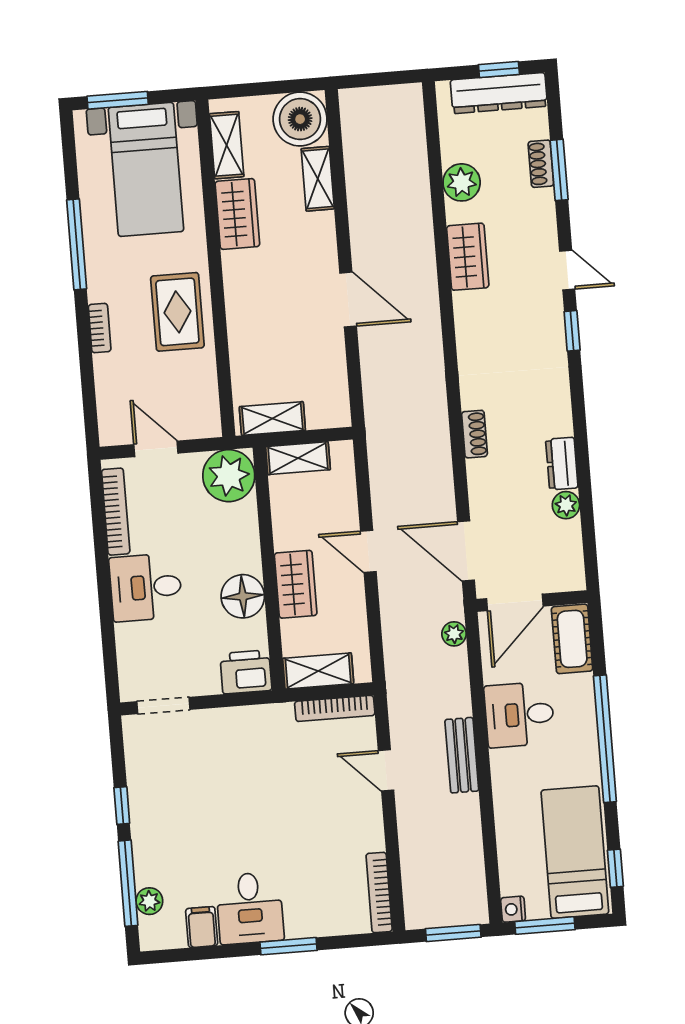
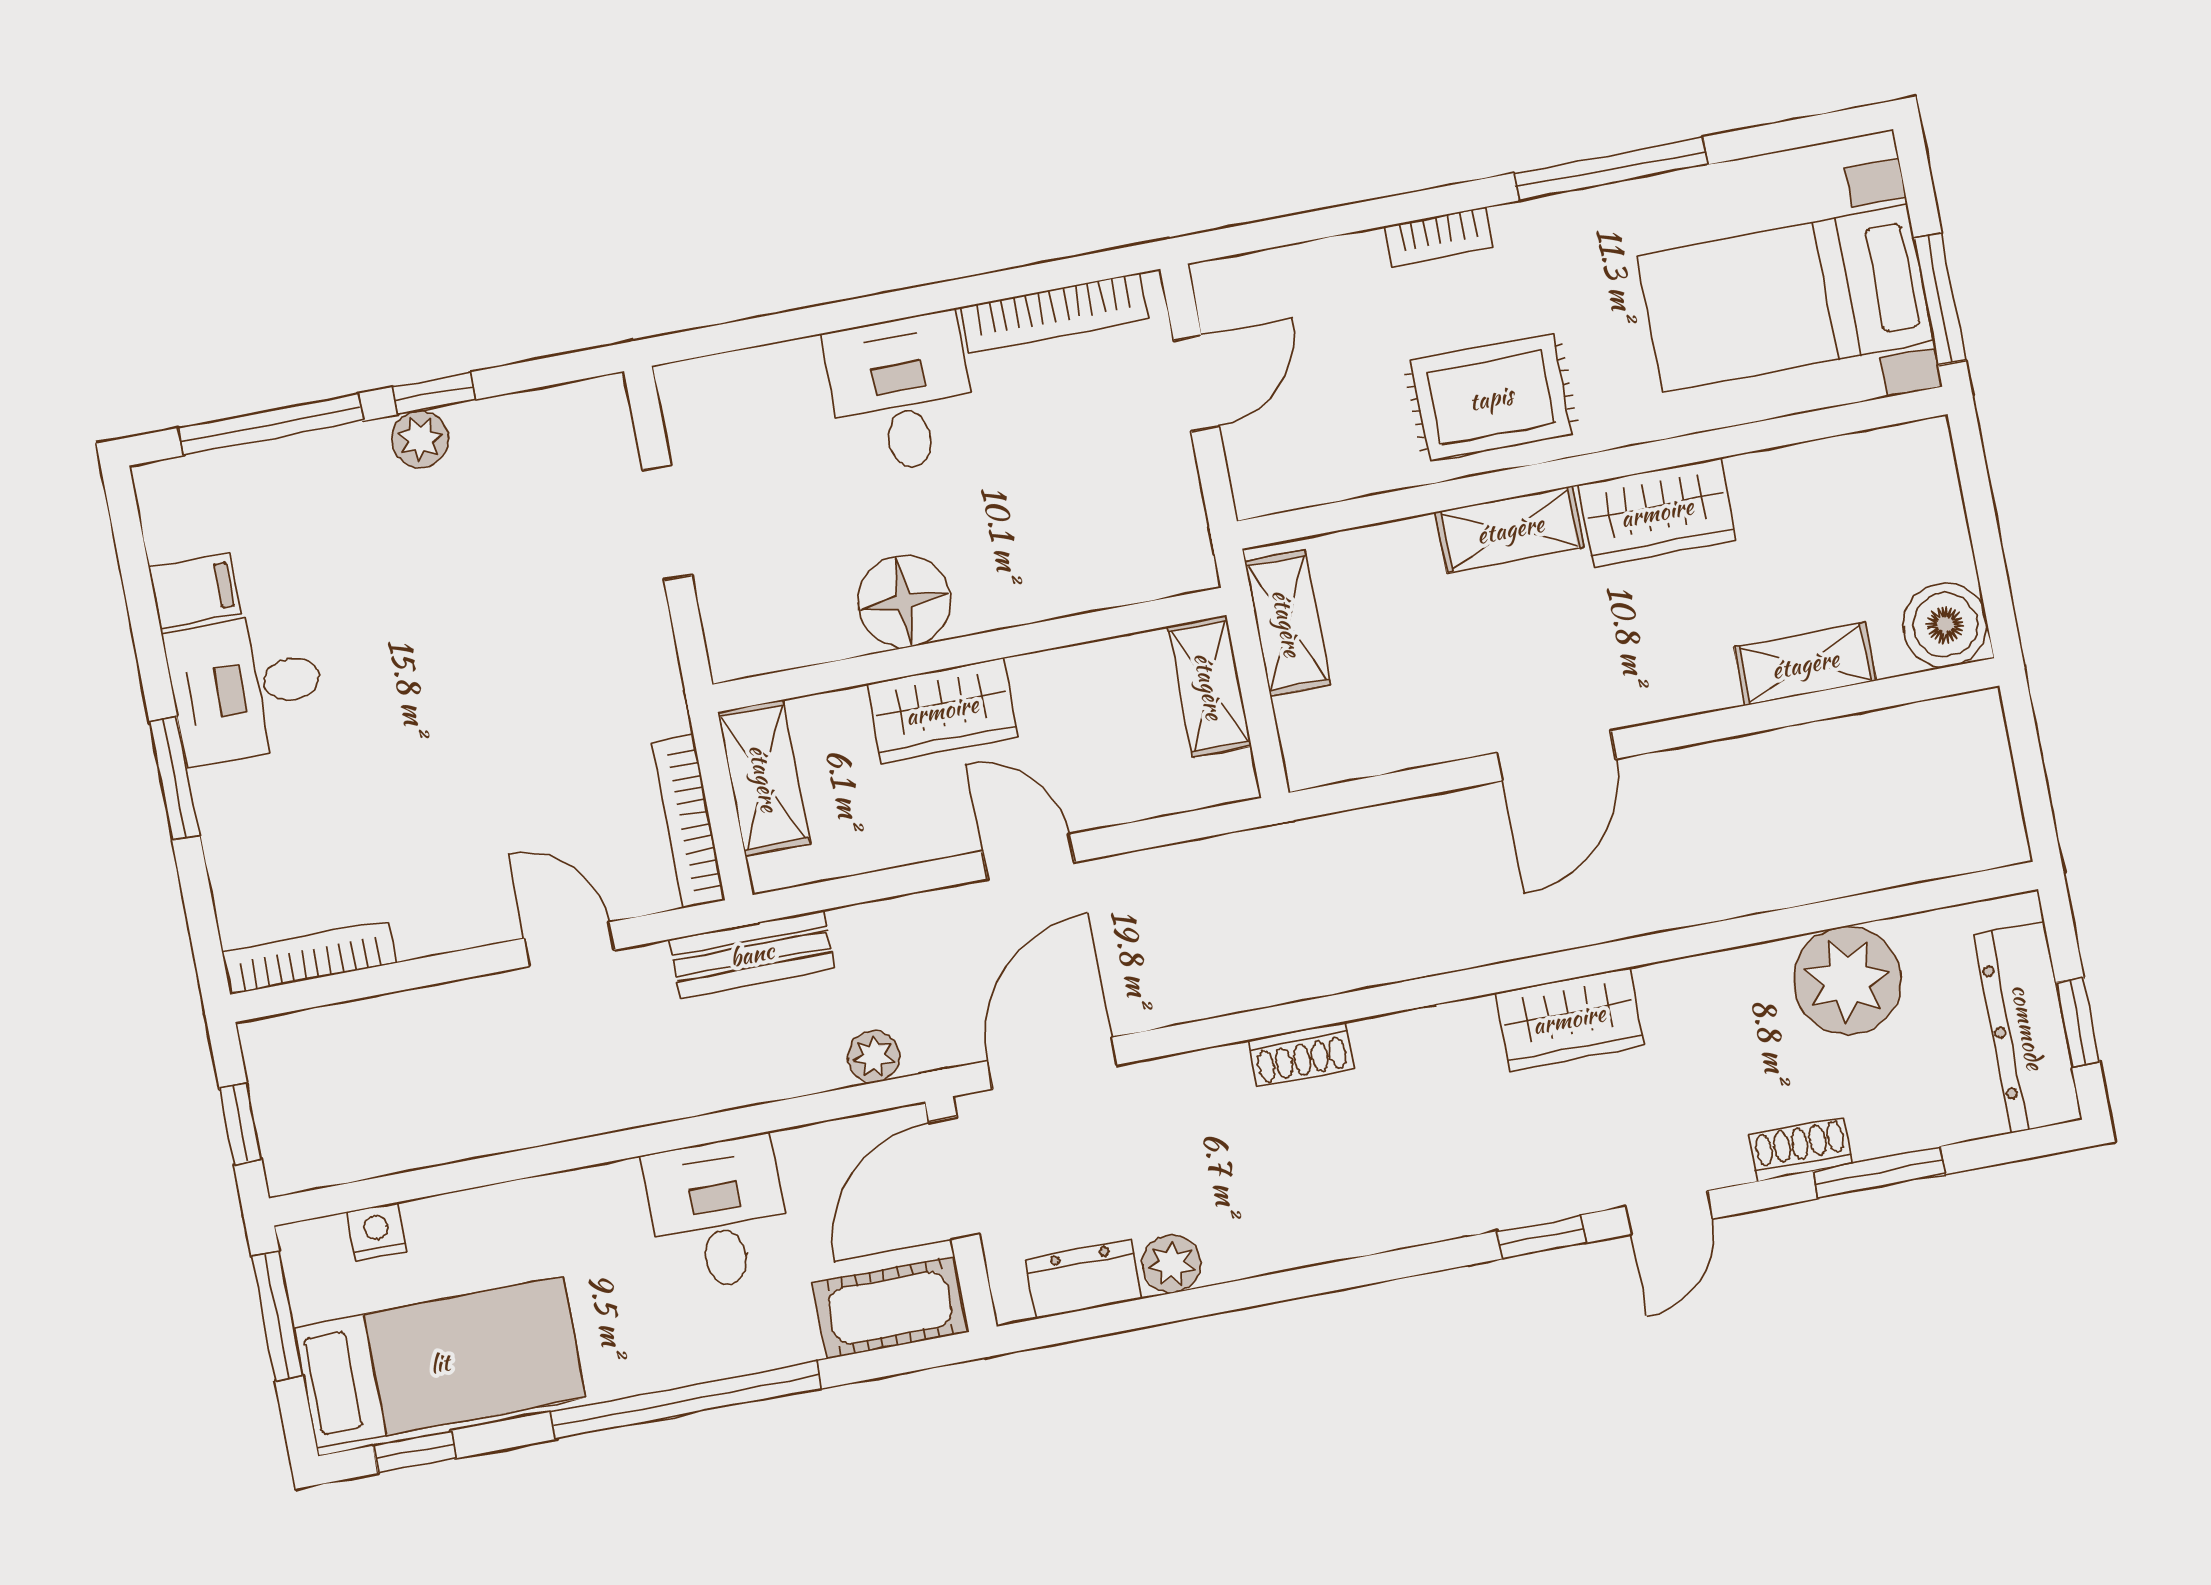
window: (118, 100) -> (1940, 299), moved
boiler: (300, 119) -> (1945, 625), width x0.73, depth x0.73
shelving: (227, 145) -> (1510, 529), moved
shoe rack: (541, 164) -> (1801, 1149), moved
plant: (462, 182) -> (1847, 980), width x1.36, depth x1.36
wardrobe: (237, 214) -> (1657, 512), moved
wardrobe: (468, 257) -> (1569, 1019), moved
dresser: (562, 464) -> (1084, 1279), moved
plant: (229, 476) -> (1157, 544), removed
door: (368, 551) -> (1028, 857), hinge flipped
door: (515, 602) -> (954, 1178), hinge flipped
printer: (246, 672) -> (745, 625), removed
doorway: (163, 706) -> (667, 523), moved
bench: (462, 755) -> (752, 954), moved
door: (386, 770) -> (569, 944), hinge flipped
plant: (149, 901) -> (420, 439), moved
nightstand: (513, 909) -> (377, 1231), moved
window: (453, 933) -> (240, 1124), width x0.67

